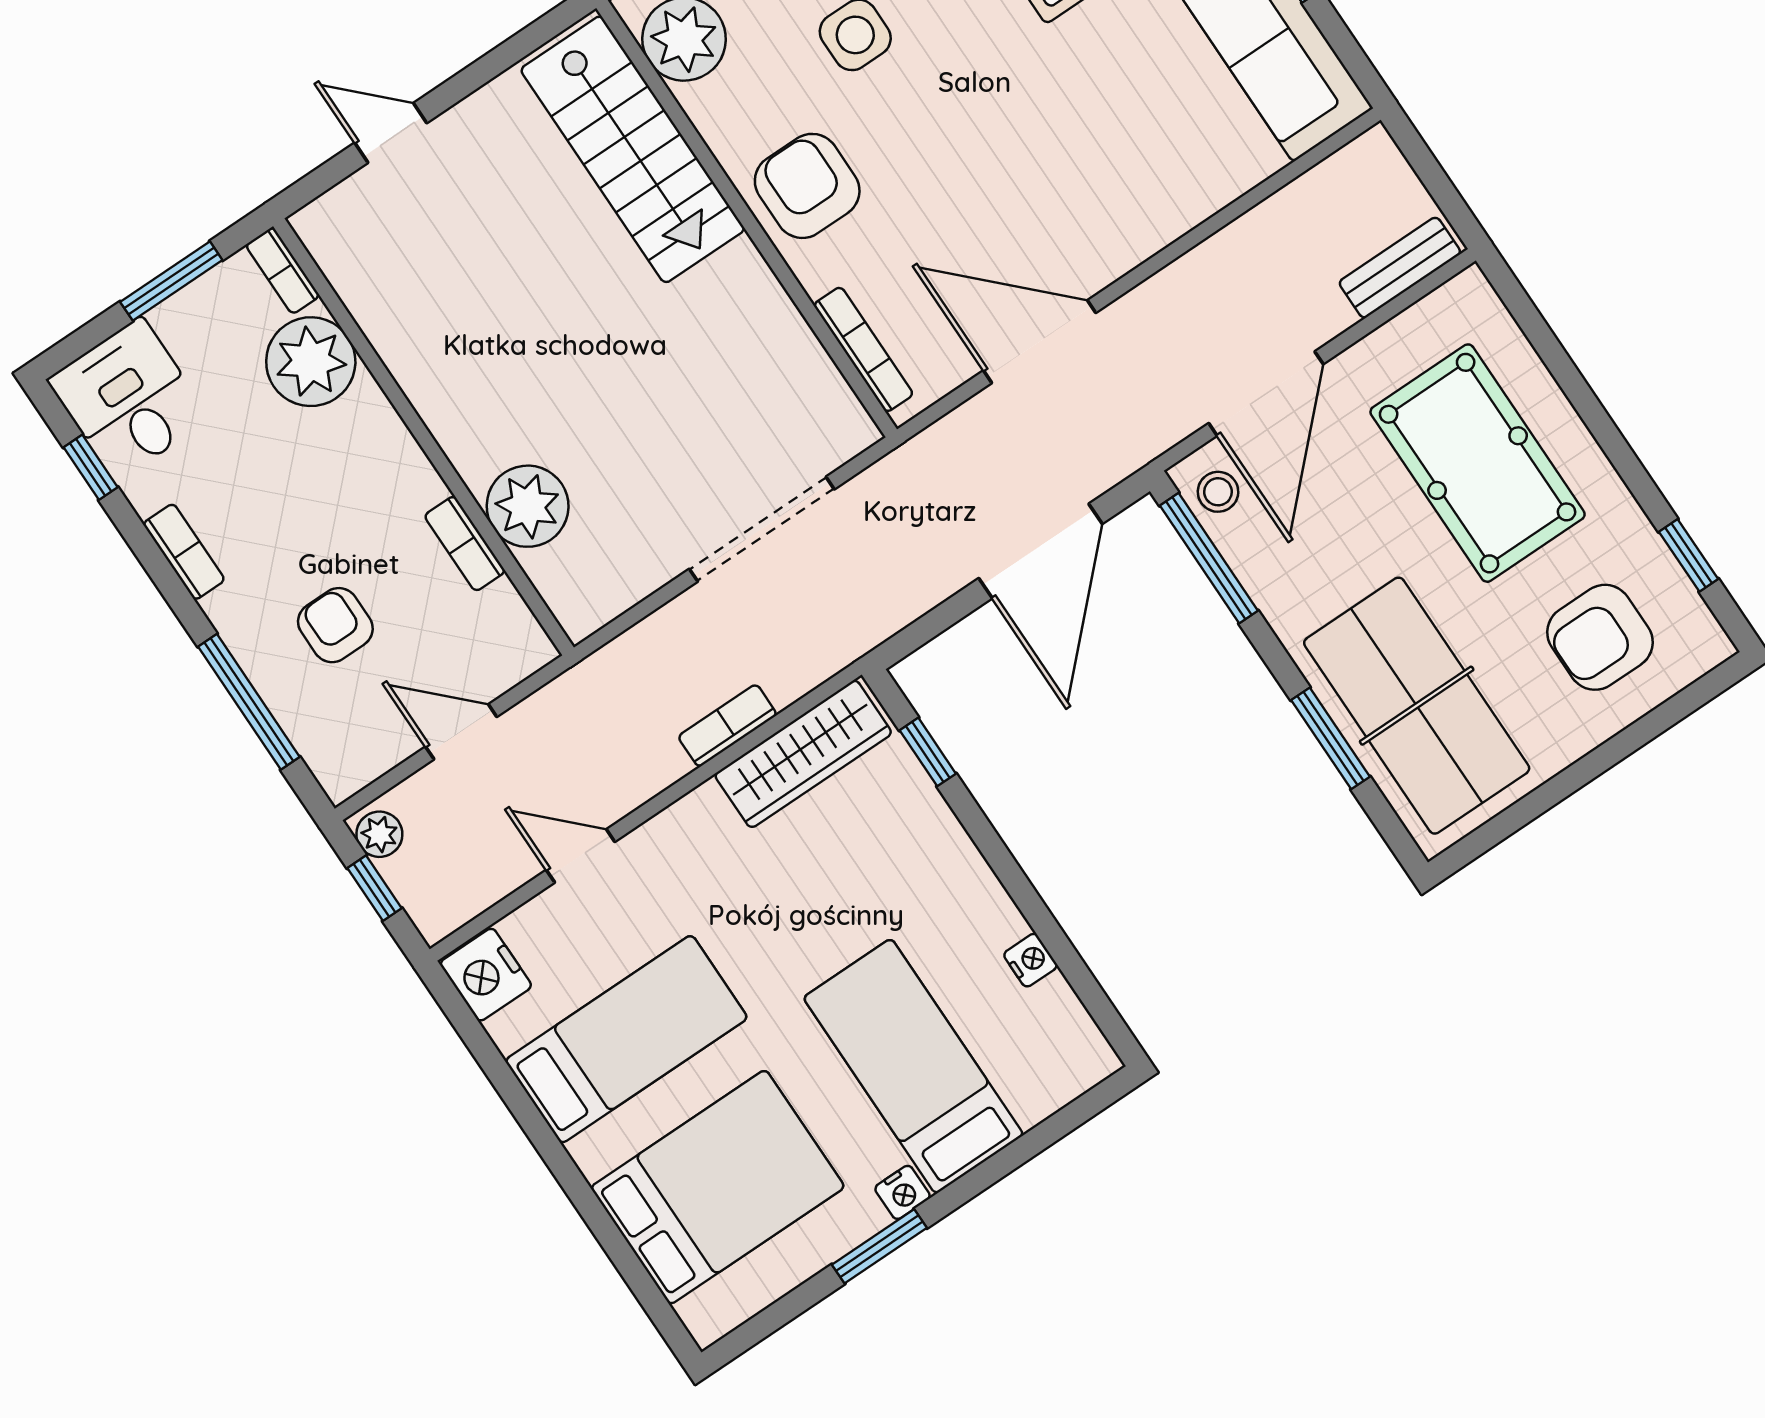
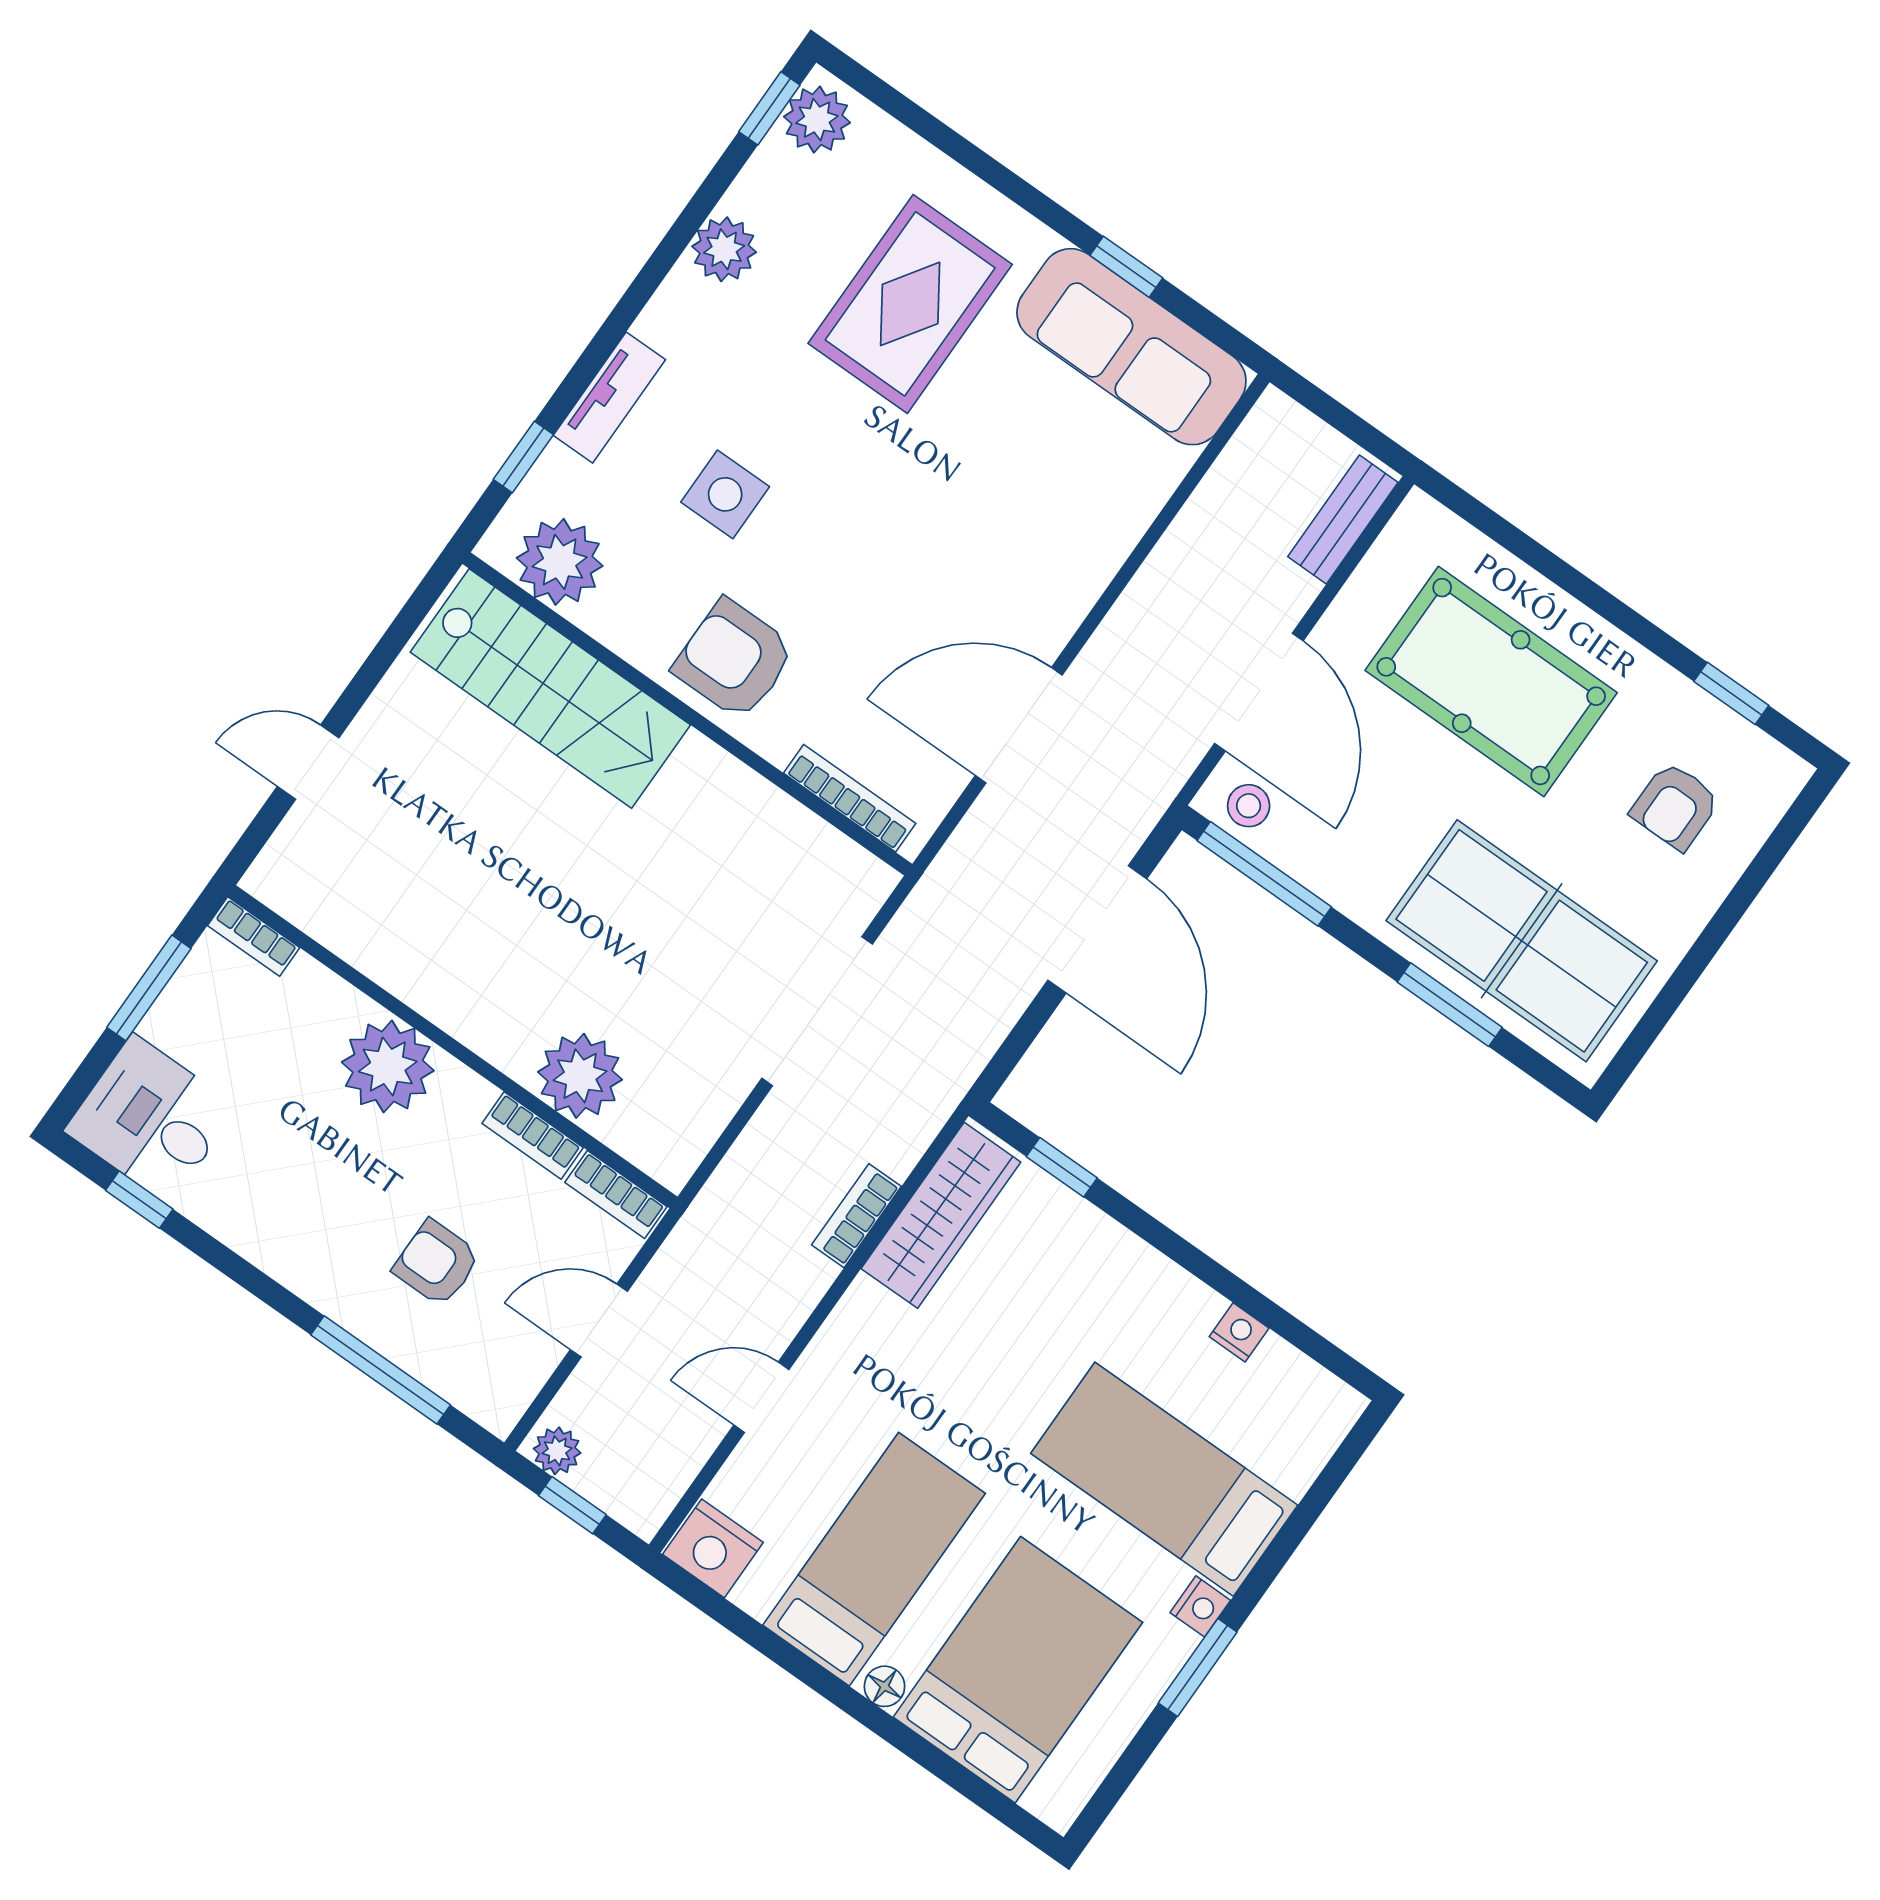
plant: (311, 362) -> (388, 1066), moved
bookcase: (184, 552) -> (616, 1195), moved, turned 180
armchair: (1600, 637) -> (1675, 806), width x0.72, depth x0.72
floor lamp: (593, 1157) -> (885, 1686), added

